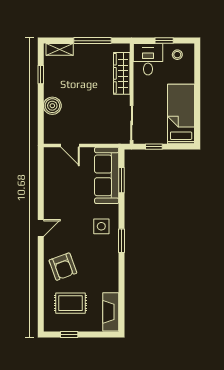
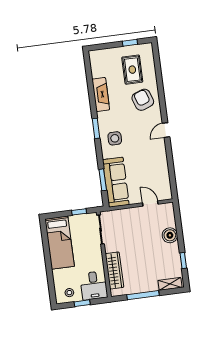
rug: (71, 303) -> (132, 70), turned 90
fireplace: (111, 312) -> (101, 94), moved

